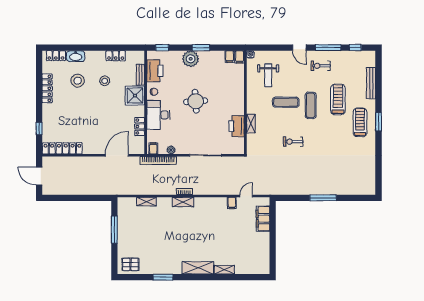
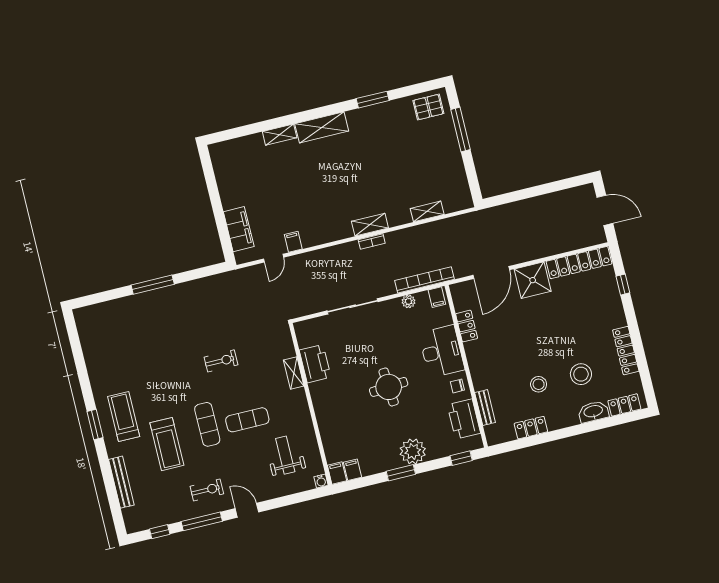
shower: (135, 96) -> (533, 280), moved
treadmill: (360, 122) -> (124, 416), turned 180
window: (114, 230) -> (460, 129), moved

